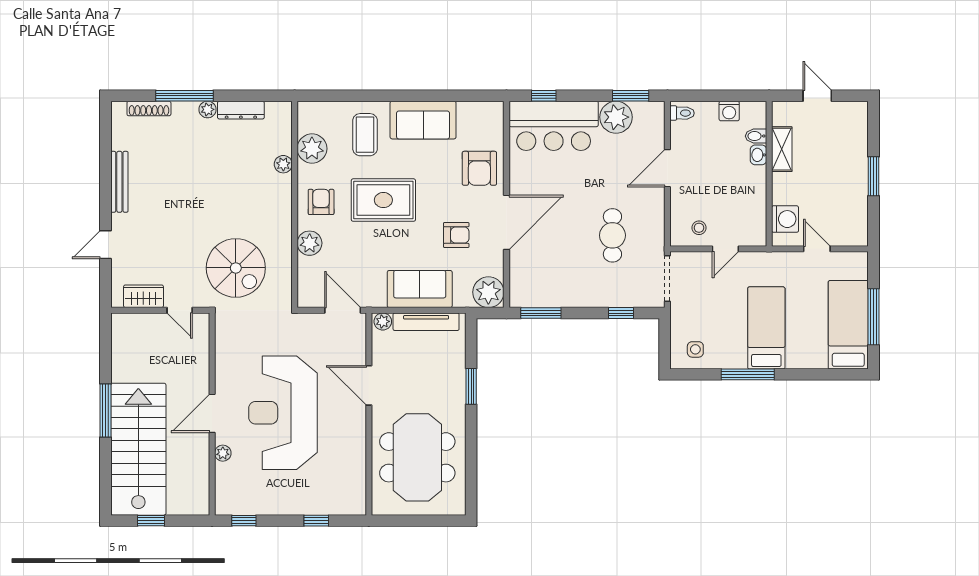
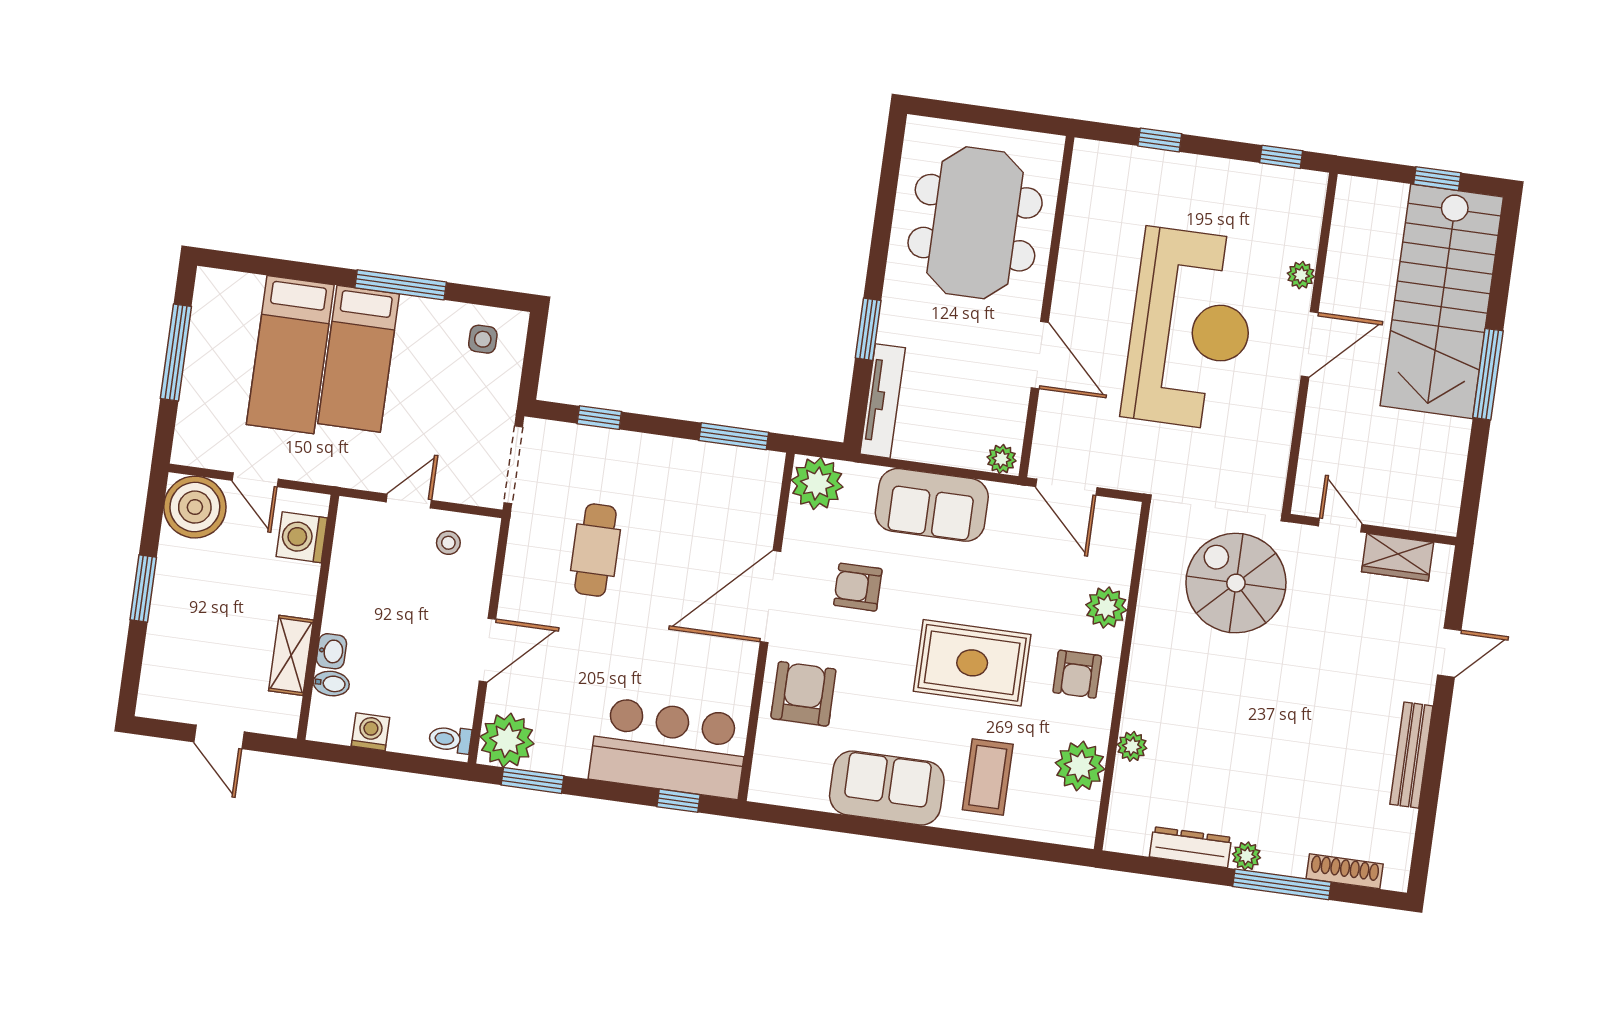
plant: (616, 117) -> (507, 740), moved
boiler: (850, 228) -> (195, 507), added
tv unit: (426, 322) -> (883, 401), moved, turned 90
bed: (848, 325) -> (290, 355), moved

